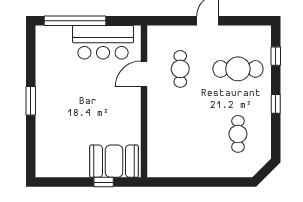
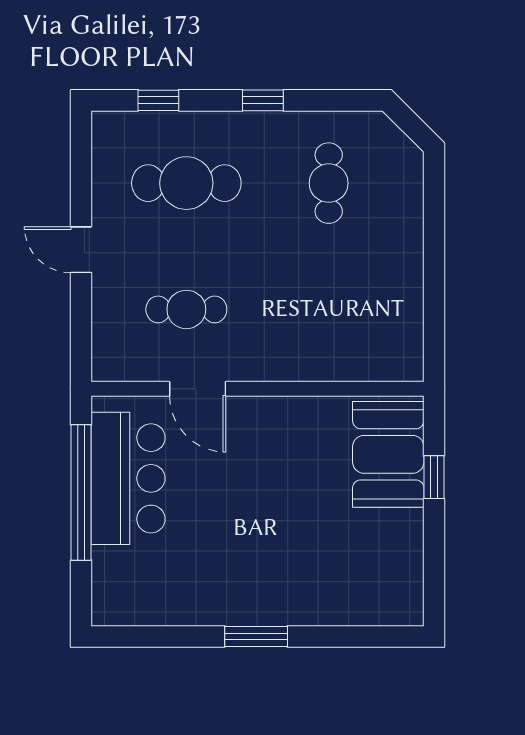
window: (75, 21) -> (81, 493), moved
cafe table: (238, 69) -> (186, 183), turned 90
cafe table: (238, 134) -> (329, 183), turned 90

